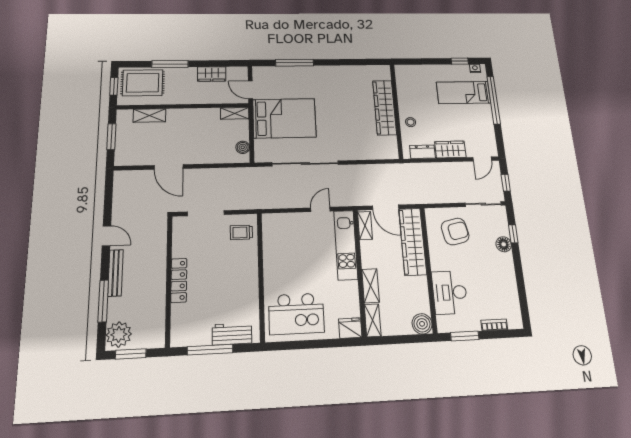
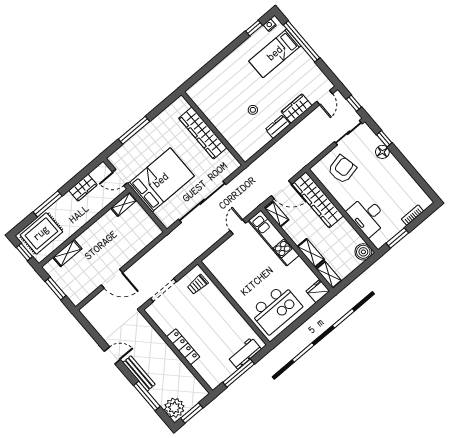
wardrobe: (385, 108) -> (203, 133), moved
wall: (396, 111) -> (213, 129), moved
boiler: (243, 147) -> (150, 225), removed

